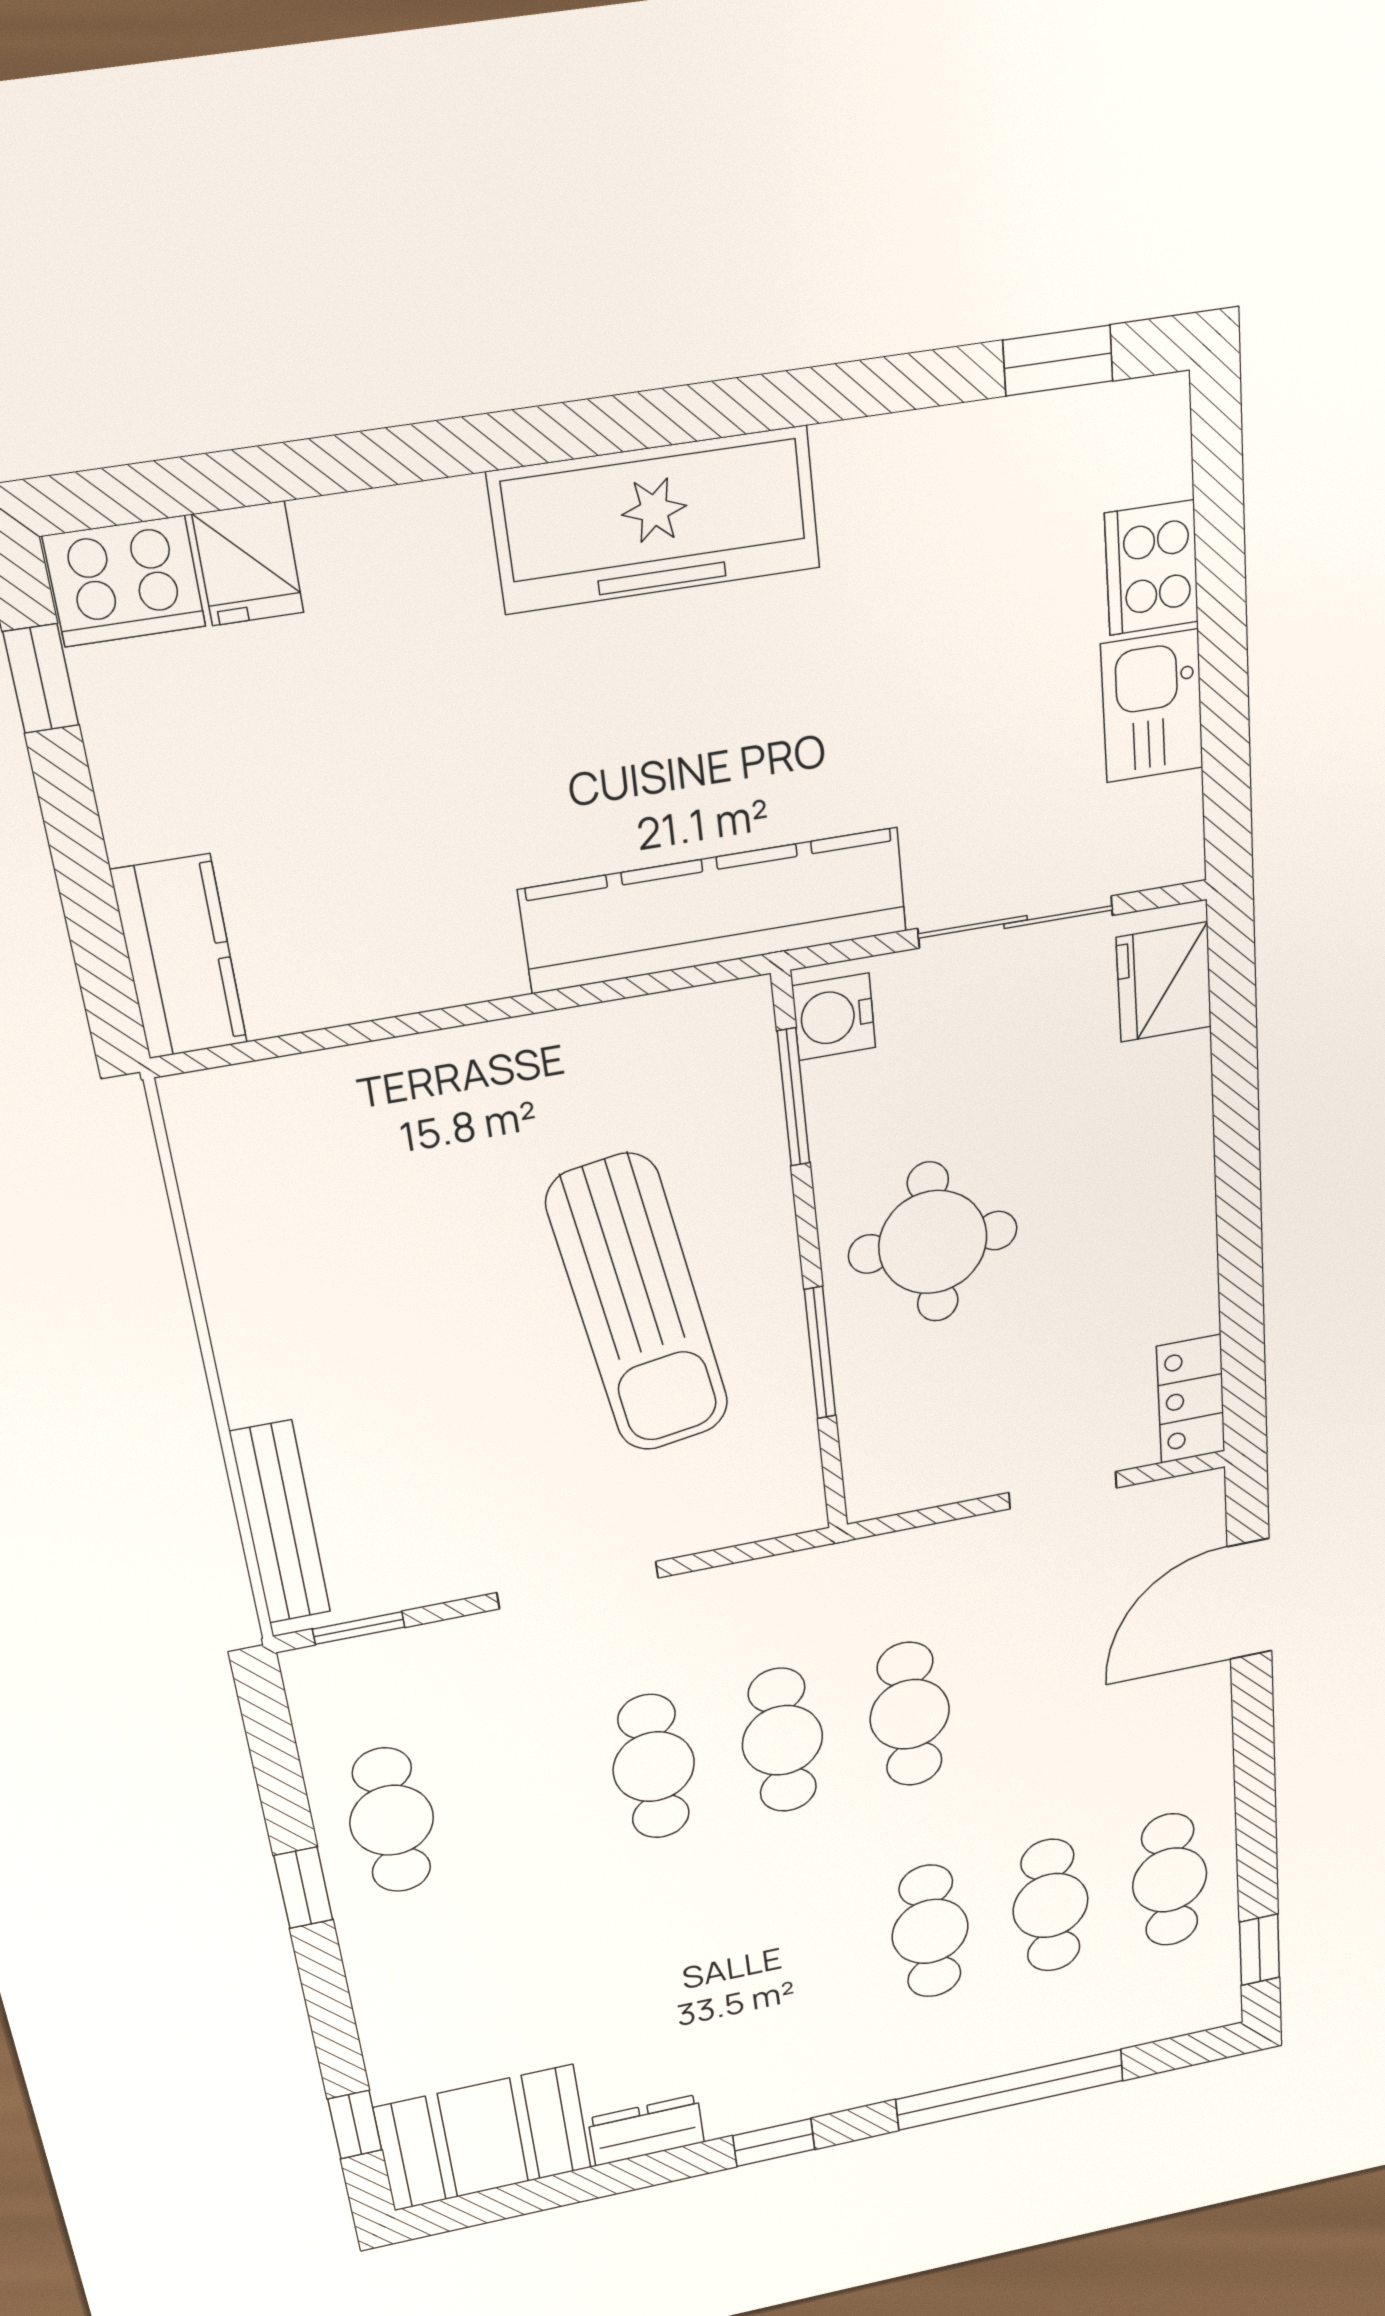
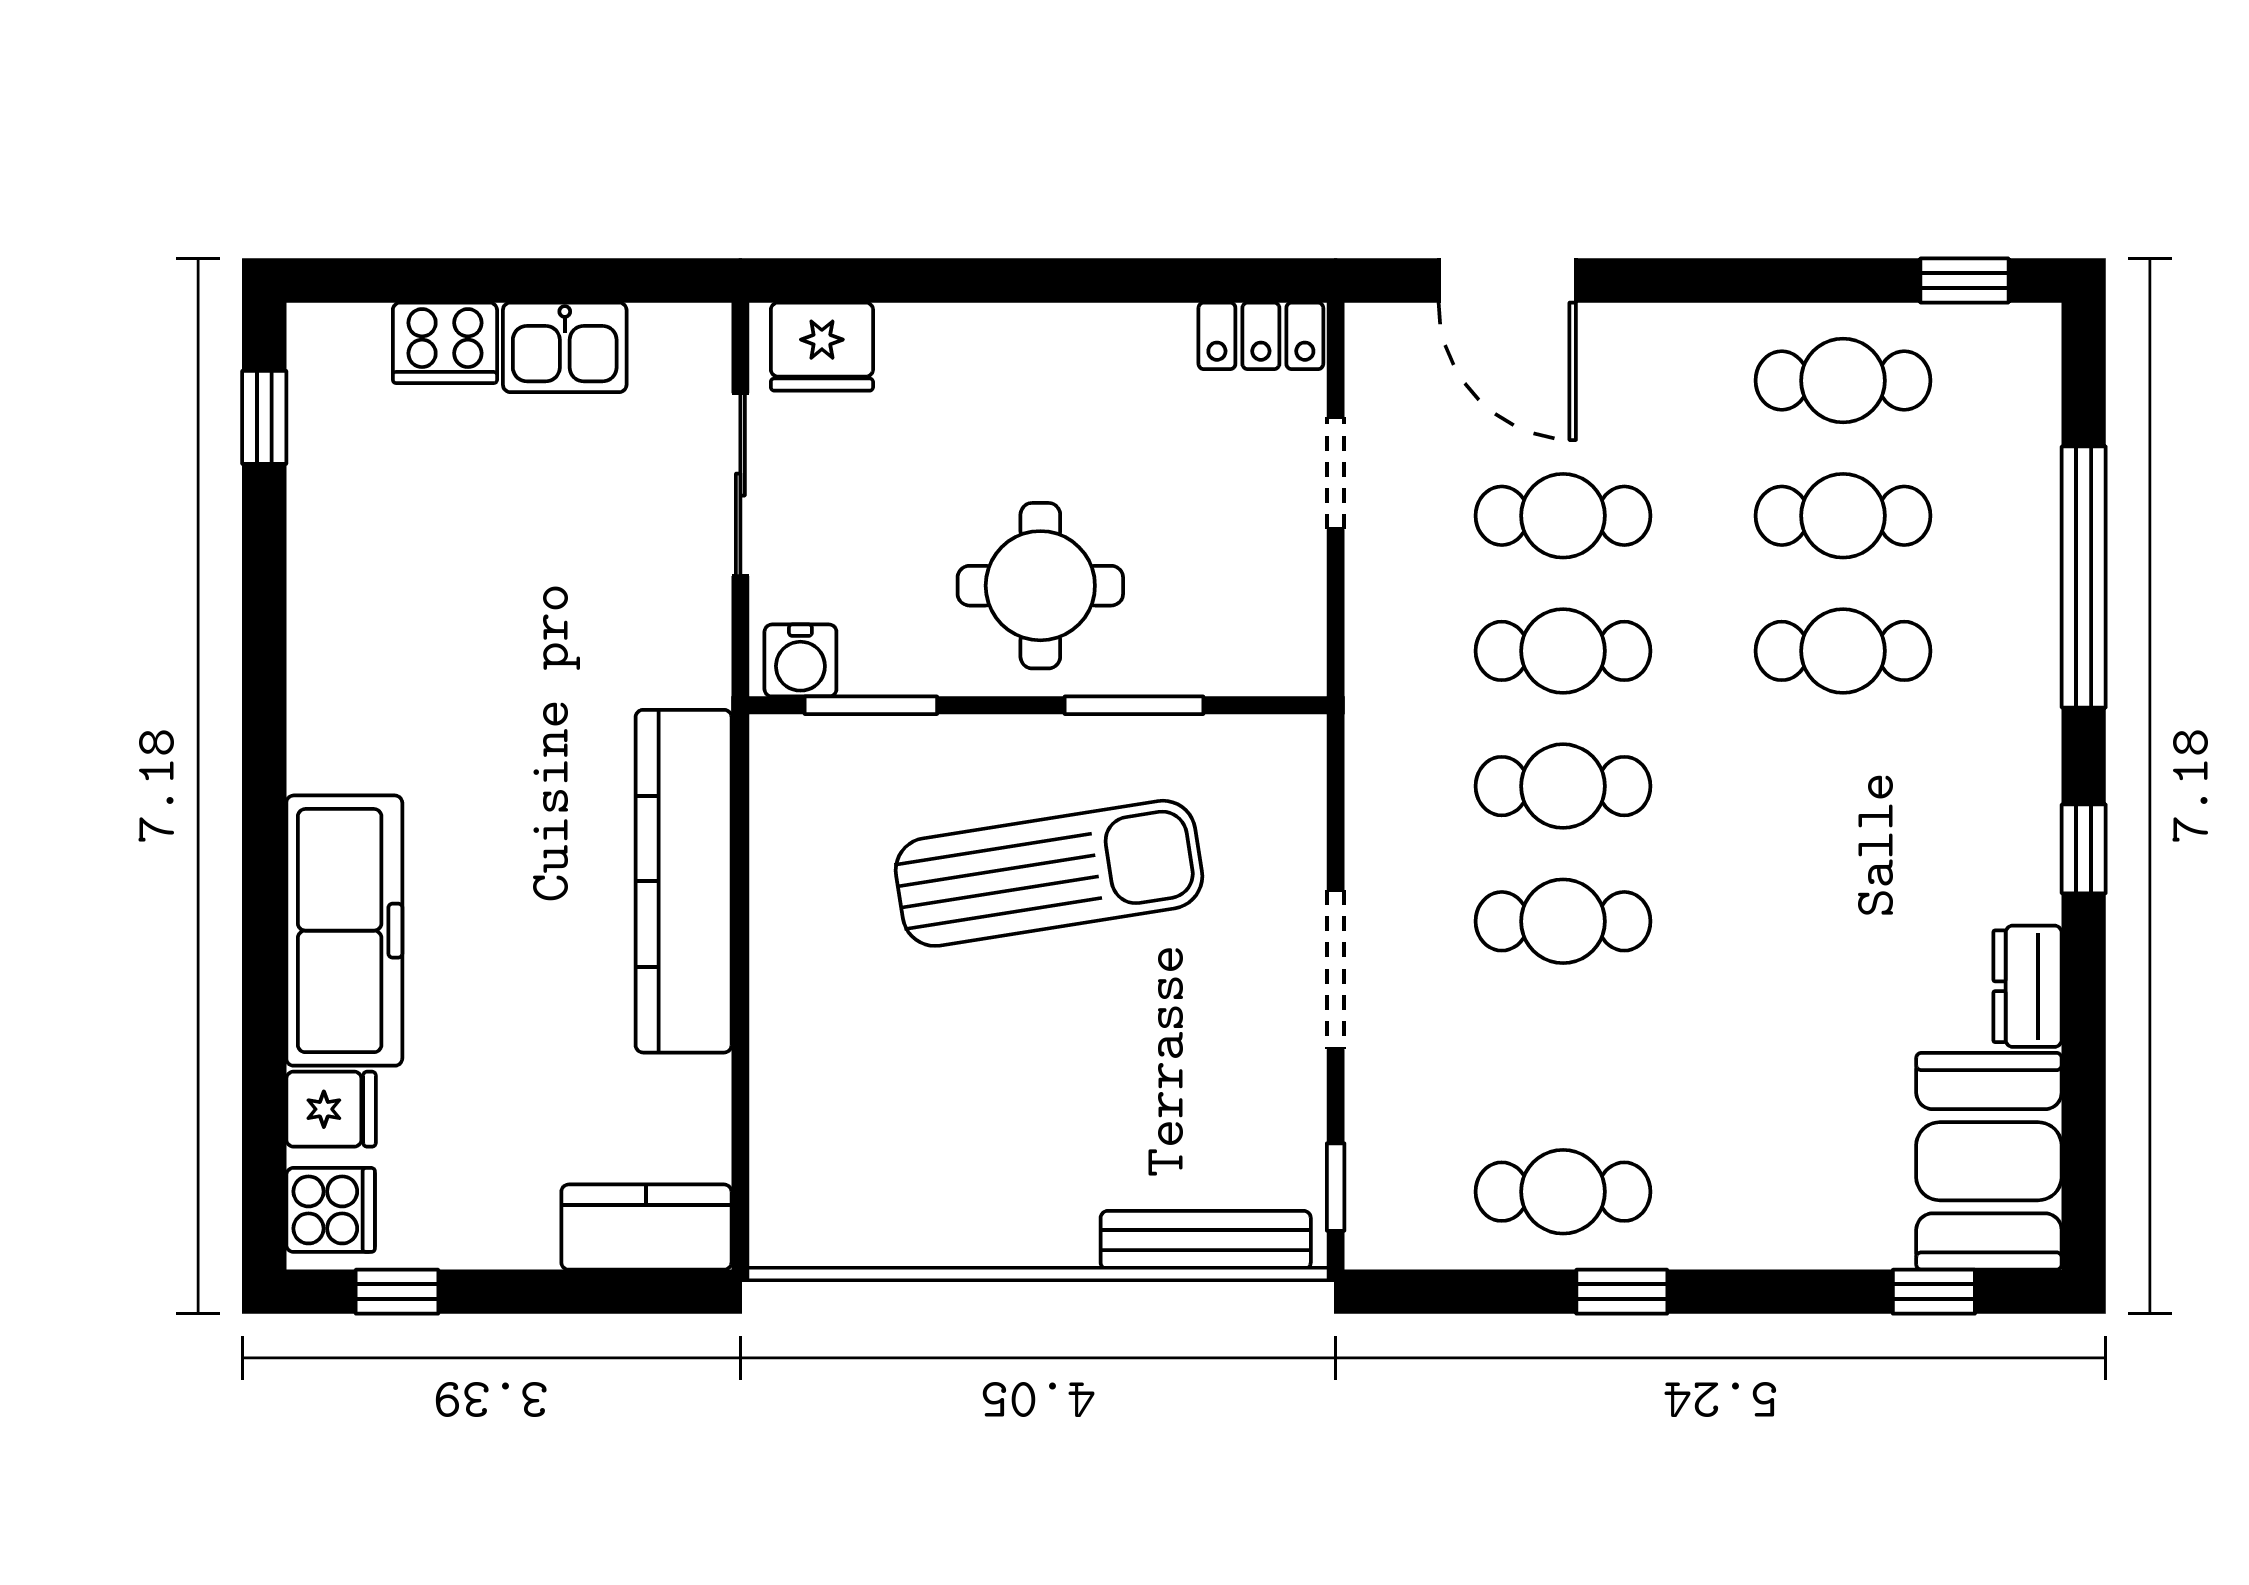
freezer: (655, 520) -> (344, 931), moved
cooker: (124, 581) -> (331, 1210), width x0.73
kitchen counter: (715, 911) -> (684, 881), moved
cafe table: (1035, 1689) -> (1563, 516), added

